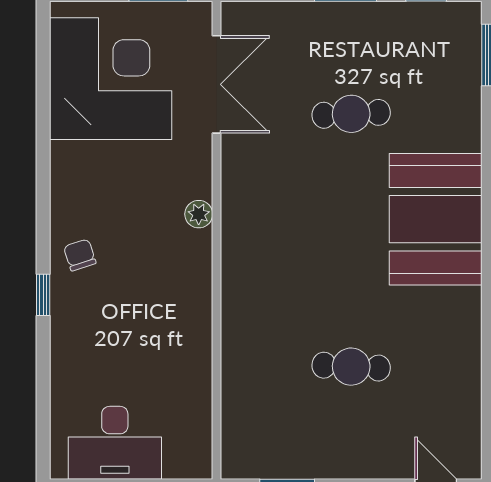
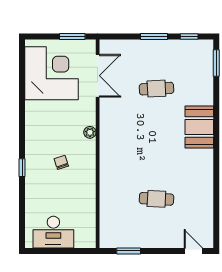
booth: (436, 219) -> (199, 127), width x0.73, depth x0.70
chair: (80, 255) -> (61, 162), moved

